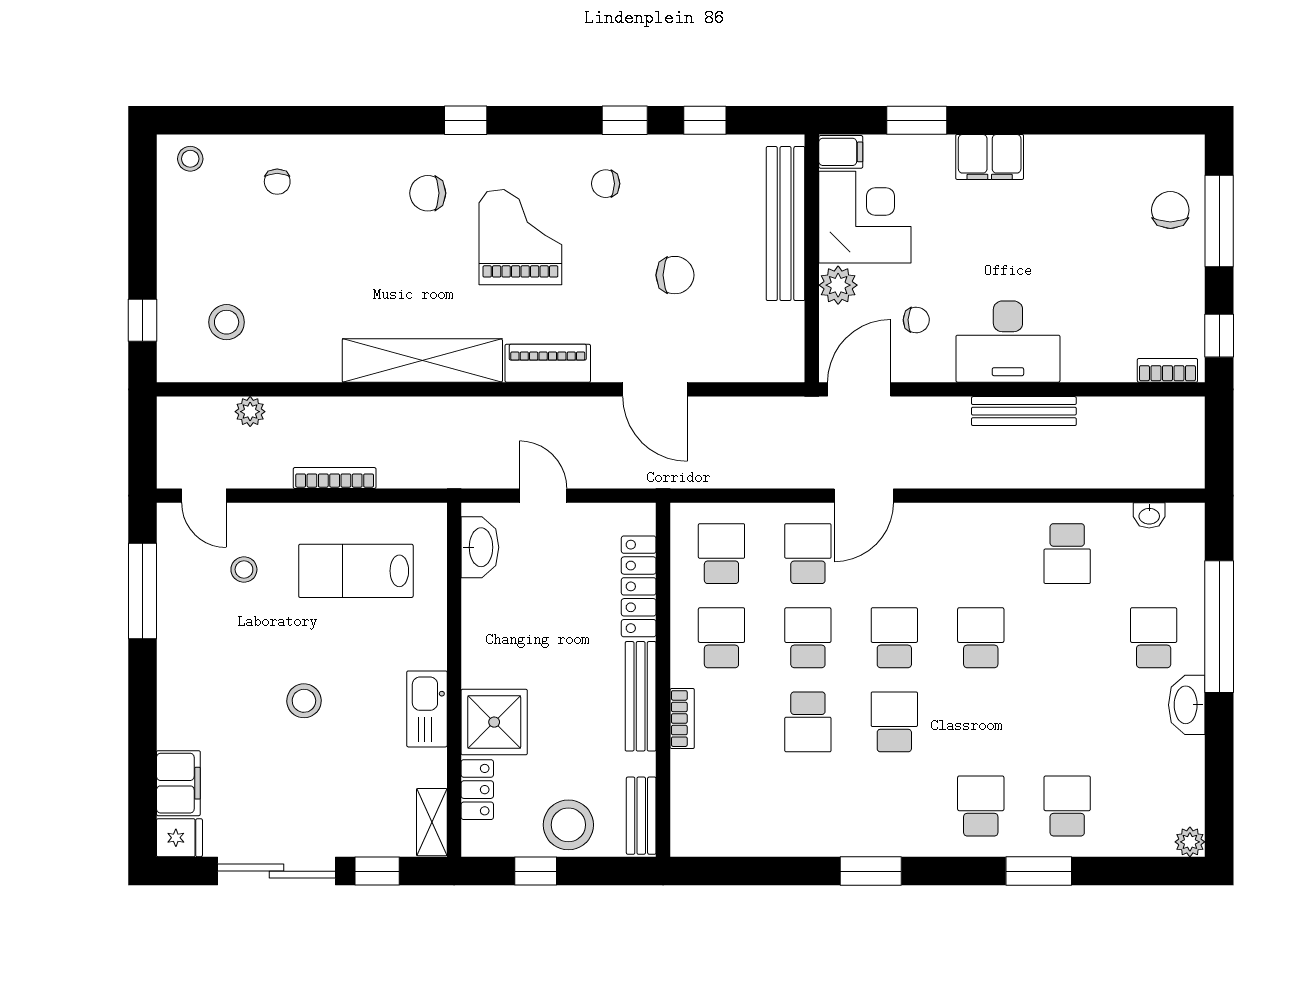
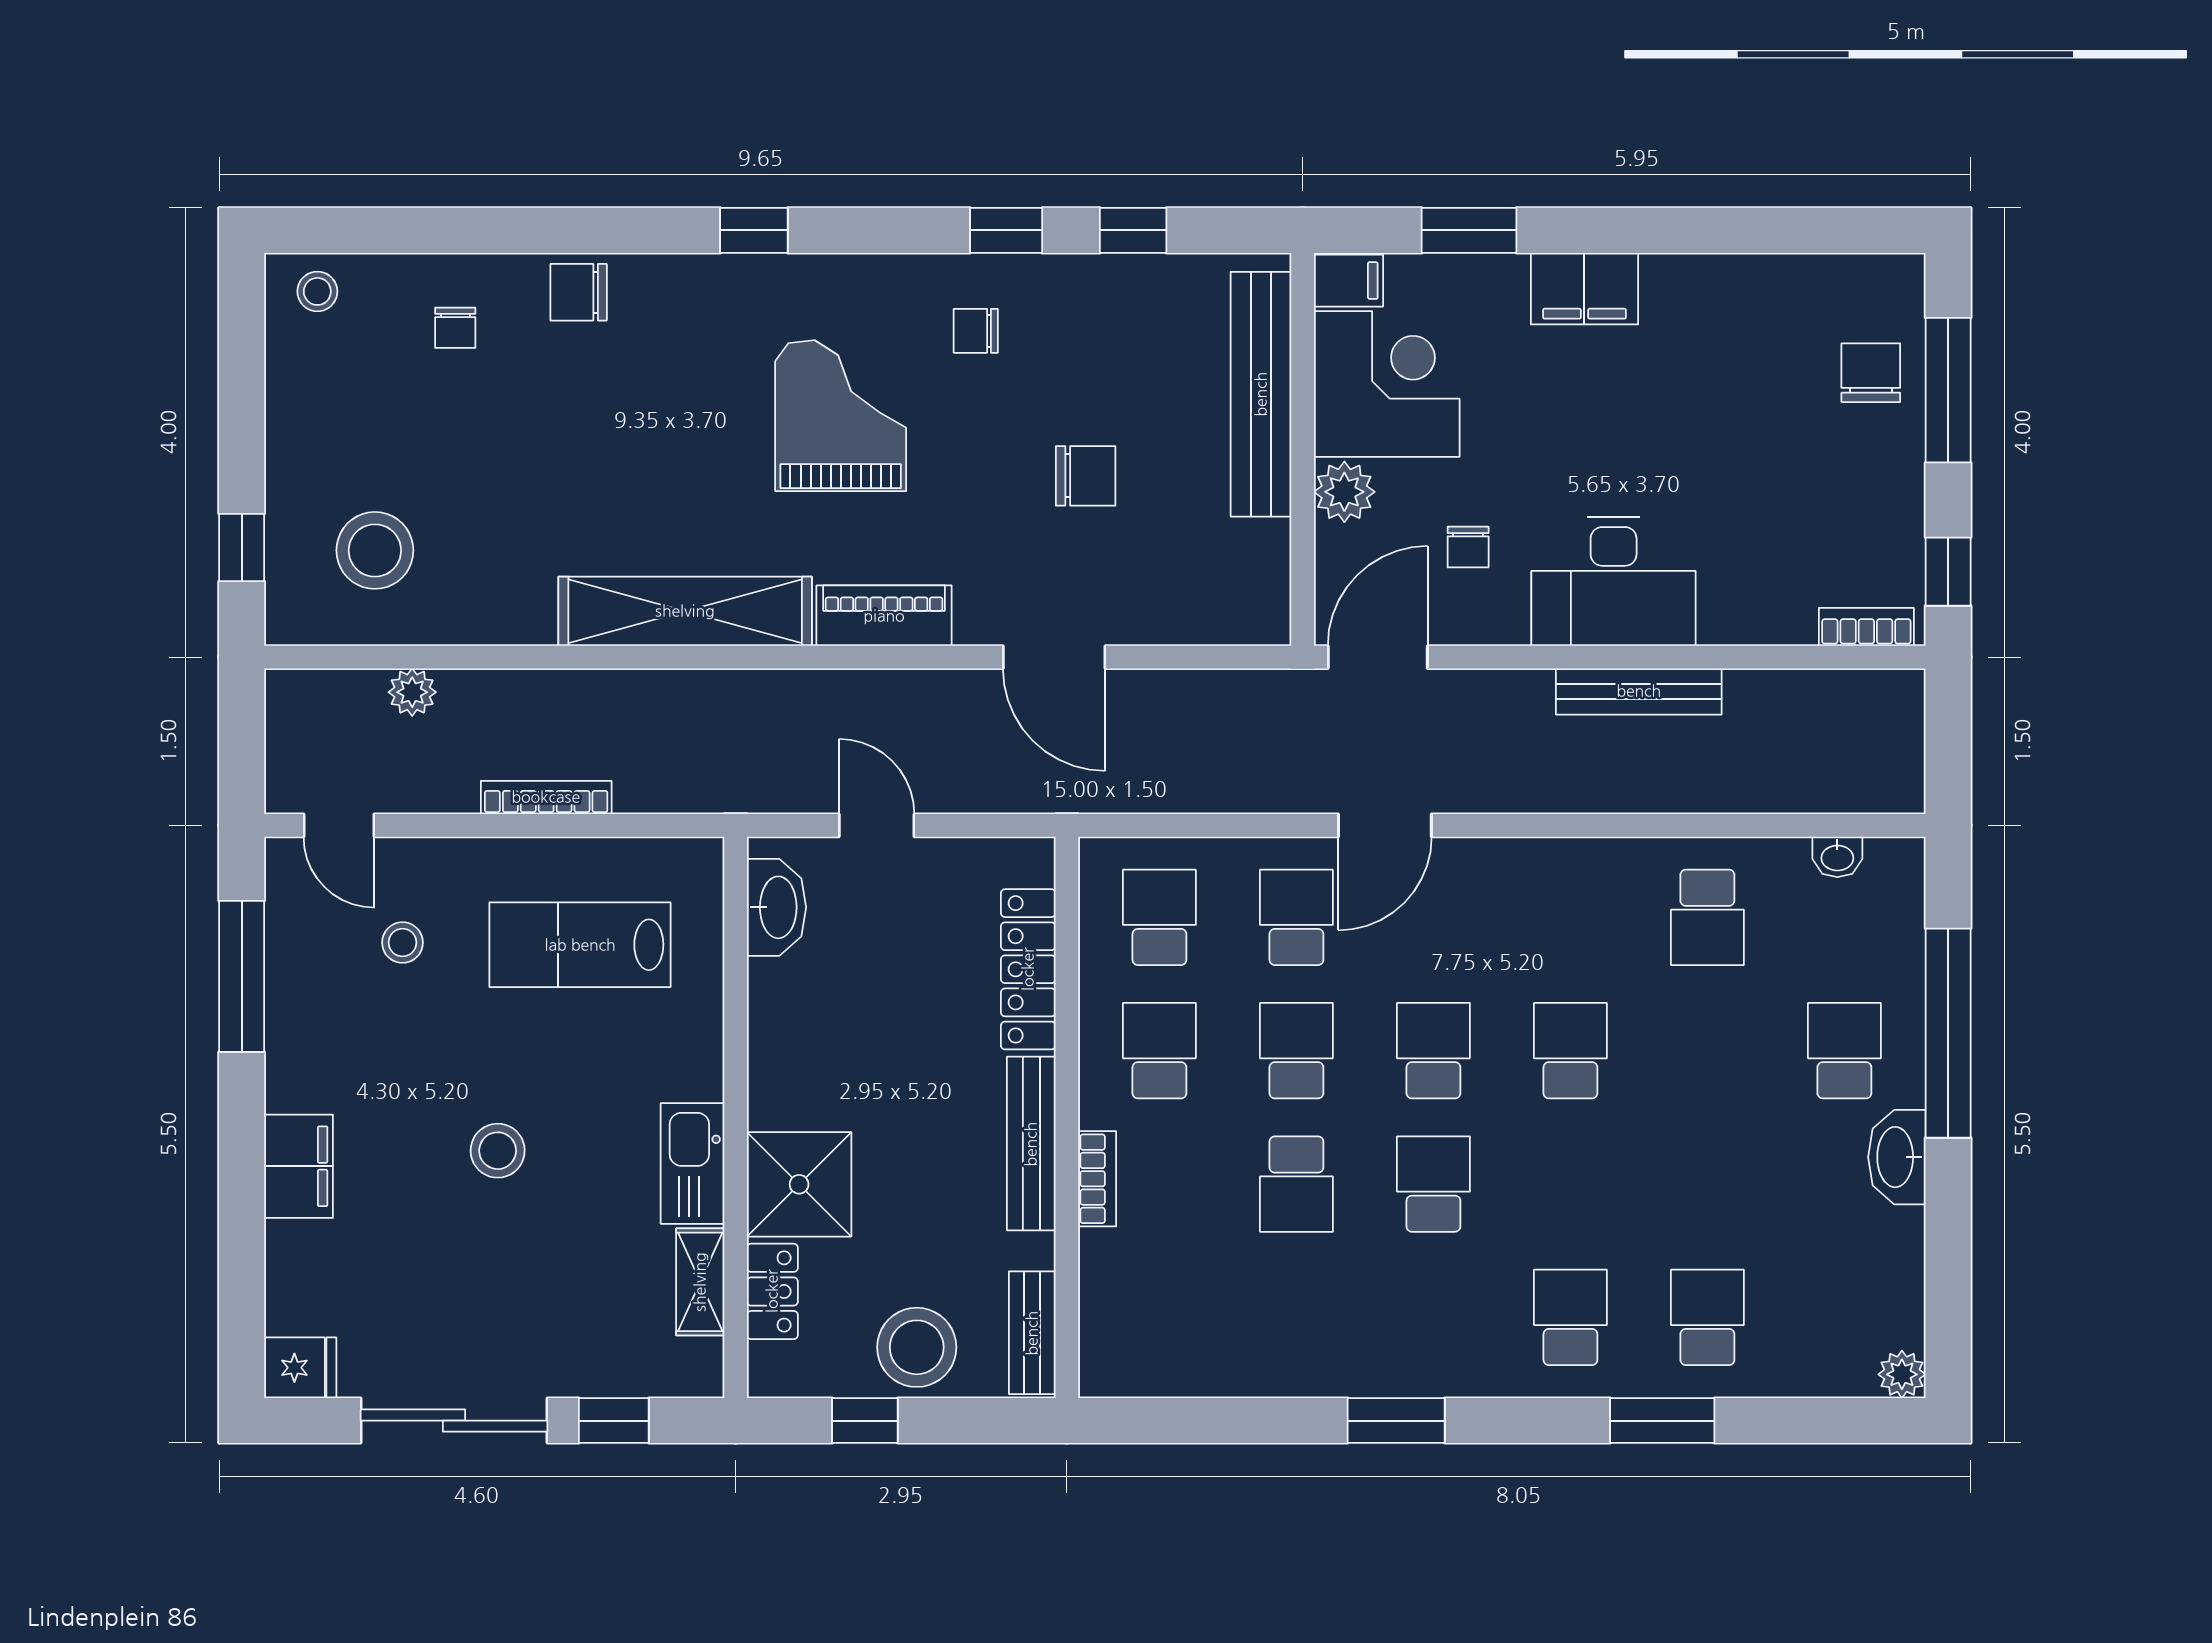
chair: (428, 193) -> (579, 292), moved
chair: (916, 320) -> (1468, 547), turned 88
stool: (227, 322) -> (375, 550), width x1.38, depth x1.38
filing cabinet: (178, 783) -> (299, 1166), moved
shelving: (432, 822) -> (700, 1282), moved

